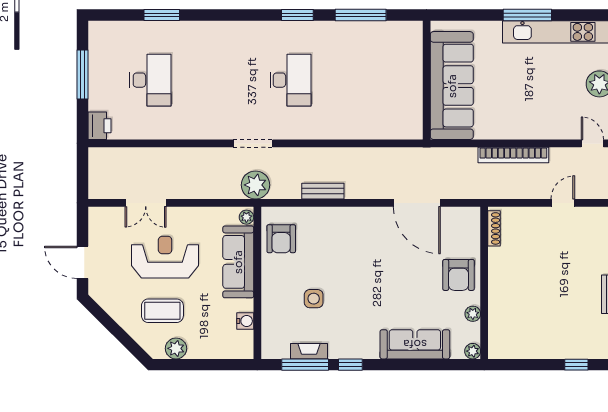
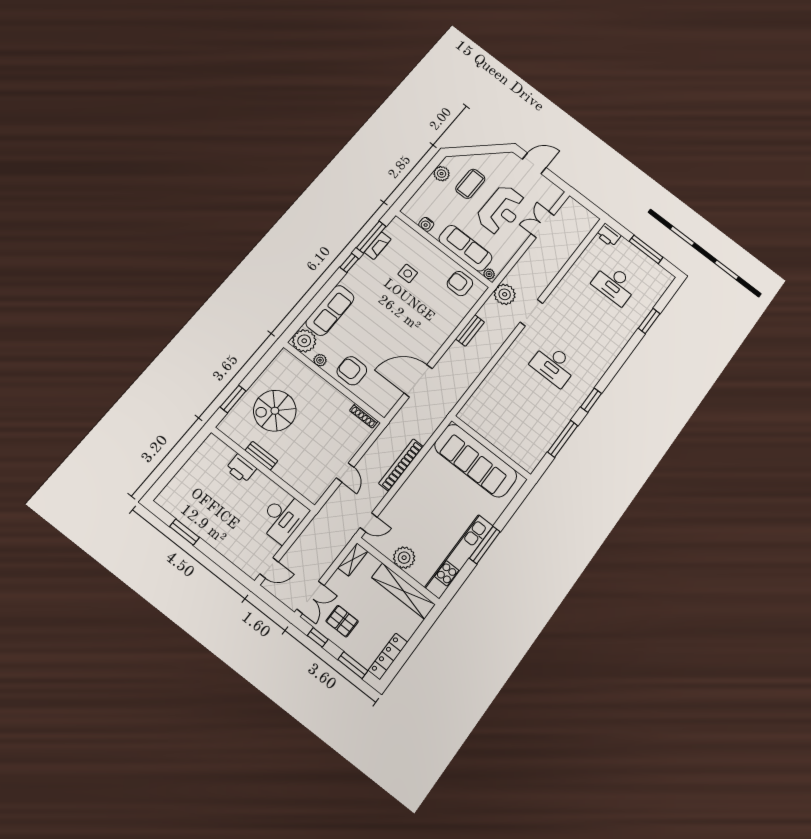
spiral stairs: (556, 317) -> (275, 411), added
plant: (473, 351) -> (304, 341), width x1.88, depth x1.88
window: (576, 365) -> (233, 399), width x1.50

